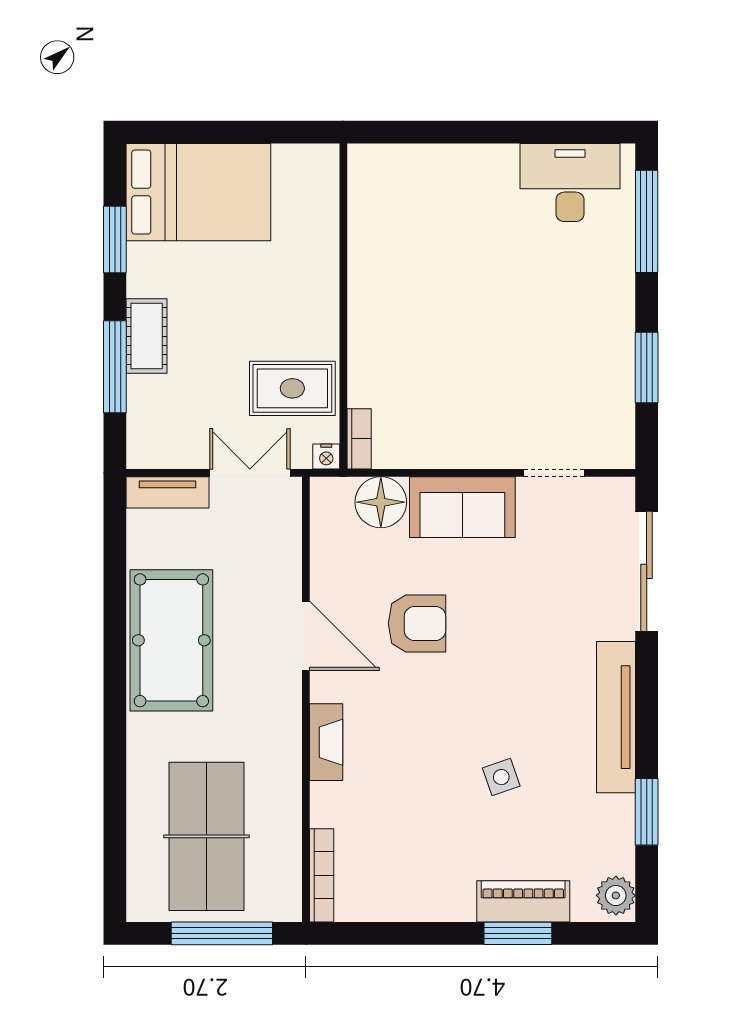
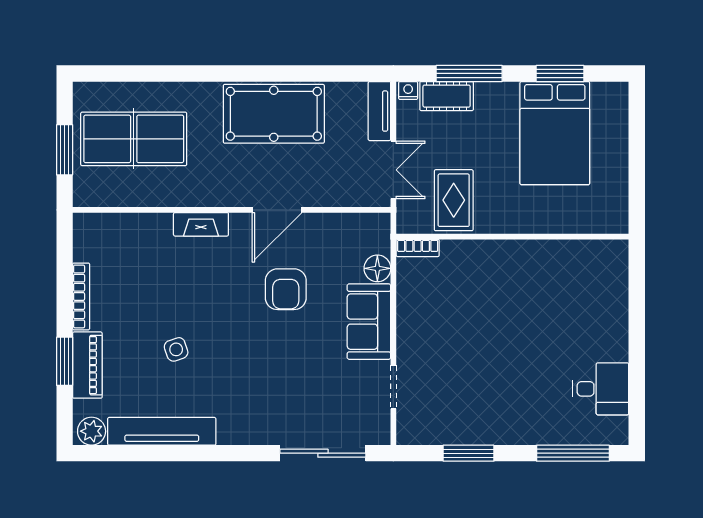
desk: (570, 183) -> (601, 389), width x0.73
bed: (198, 192) -> (555, 133), moved
cot: (147, 336) -> (447, 96), moved
nightstand: (326, 456) -> (408, 91), moved, turned 90
floor lamp: (381, 502) -> (377, 268), width x0.73, depth x0.73
tv unit: (616, 717) -> (162, 431), moved
window: (647, 812) -> (151, 453), removed
bookcase: (322, 875) -> (81, 296), moved, turned -90
window: (222, 933) -> (65, 150), width x0.69

